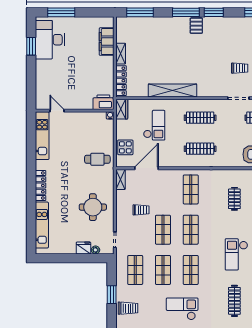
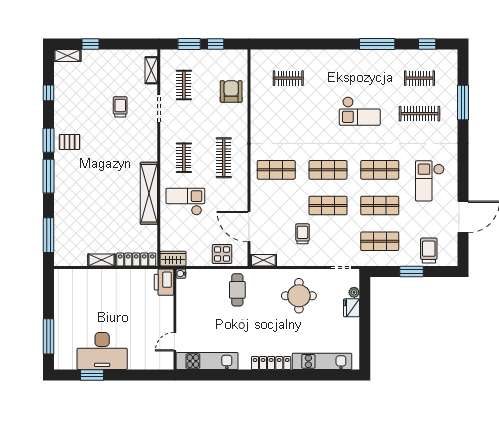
pallet: (196, 26) -> (70, 142), moved
desk: (50, 40) -> (102, 351), moved
filing cabinet: (107, 42) -> (86, 278), removed
clothes rail: (200, 118) -> (184, 158), width x0.73
checkout: (154, 125) -> (185, 202), moved
clothes rail: (234, 199) -> (288, 114), removed

